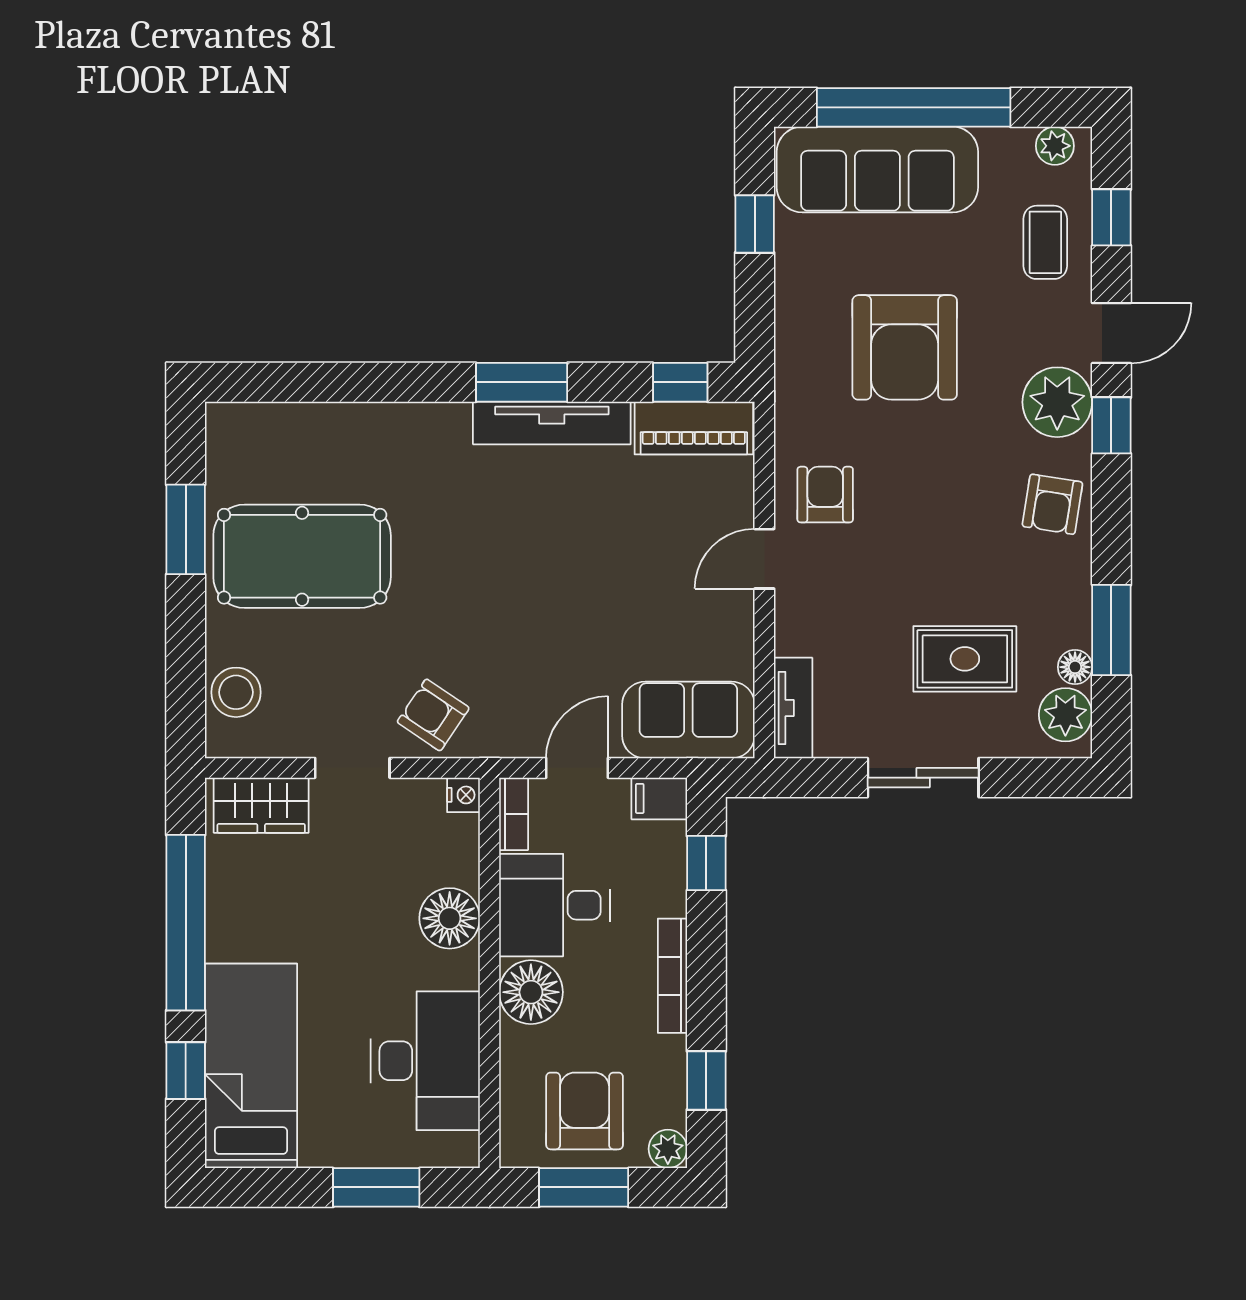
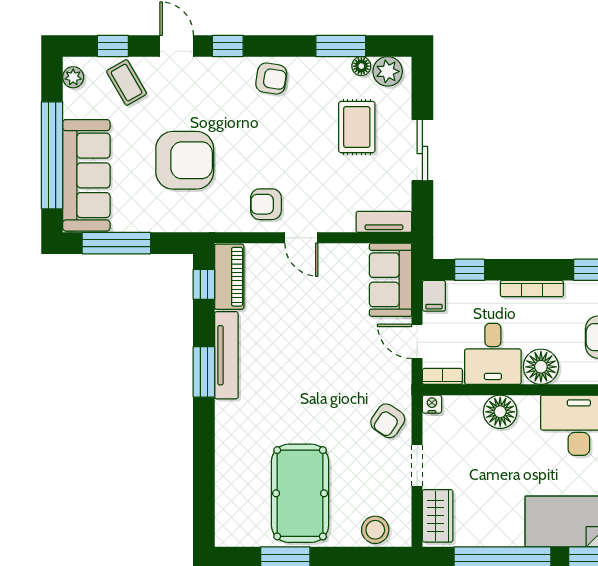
window: (755, 224) -> (116, 243), width x2.17
coffee table: (1045, 242) -> (127, 83), turned 60
plant: (1057, 402) -> (215, 76), removed

